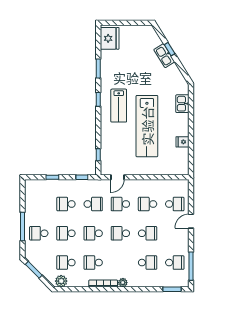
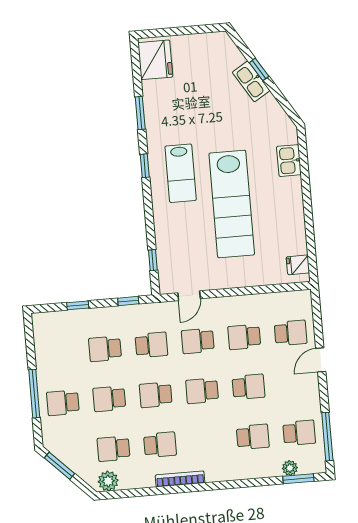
fridge: (182, 142) -> (298, 265), moved
school desk: (93, 263) -> (160, 445), turned 180
plant: (123, 283) -> (290, 468), moved

